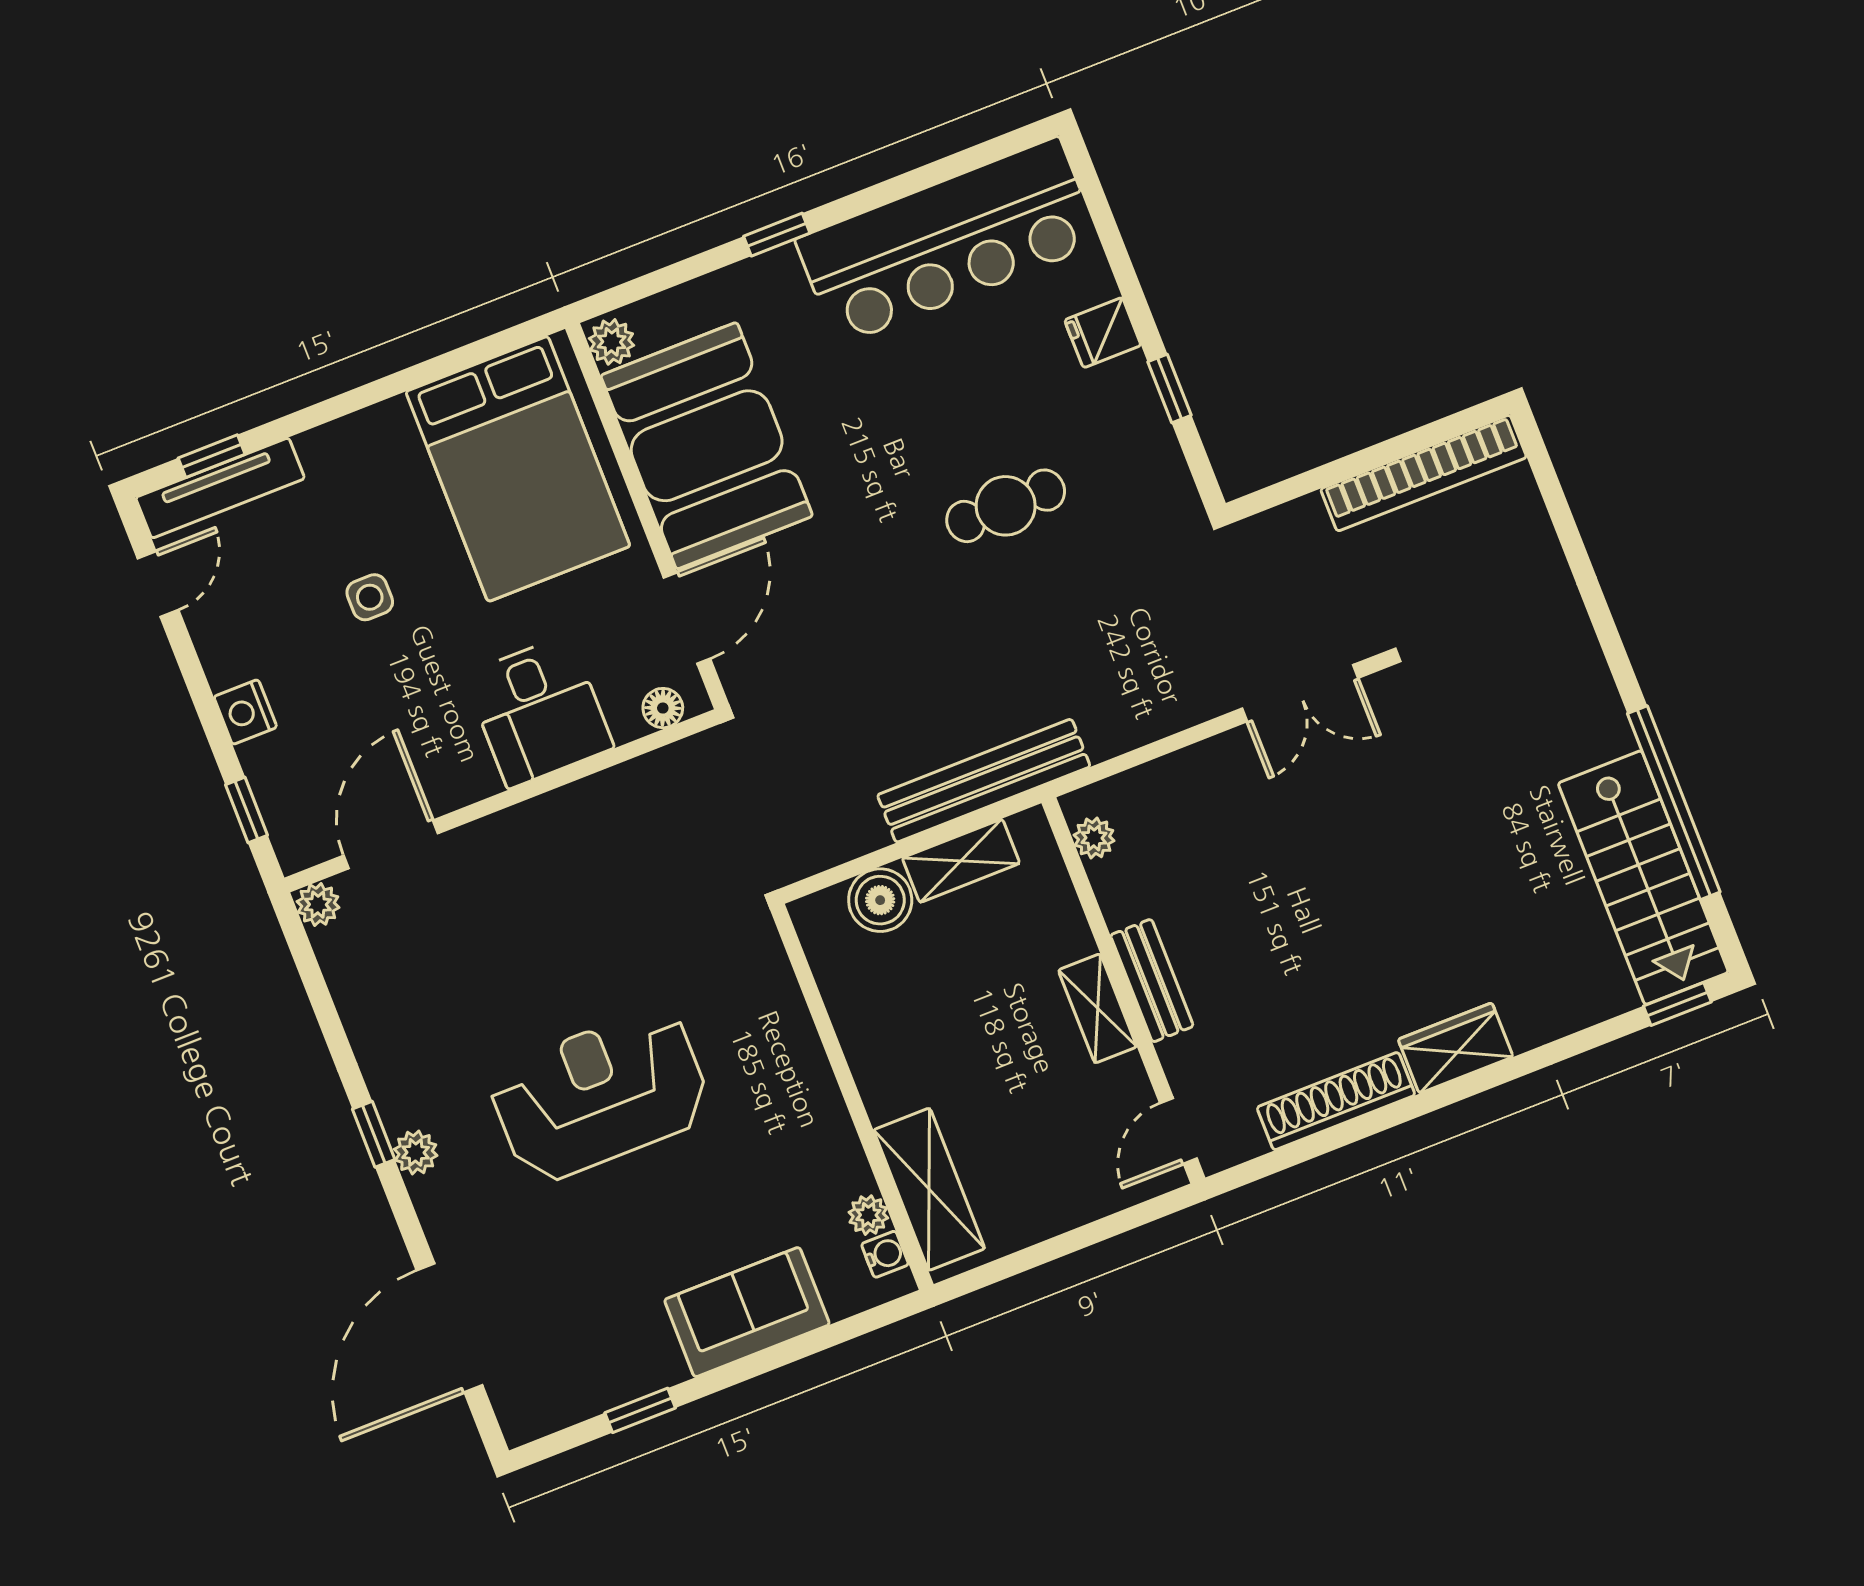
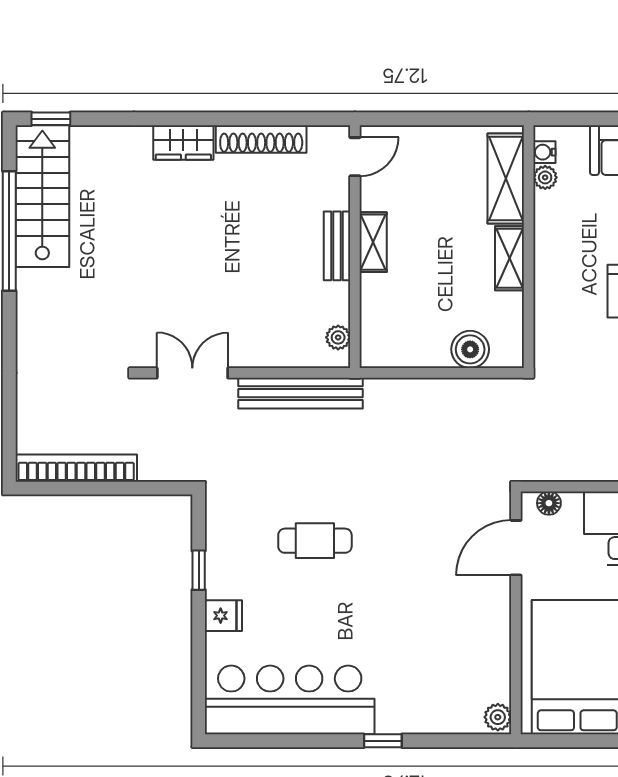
booth: (707, 446) -> (468, 639), removed
bench: (984, 781) -> (301, 393), moved
shelving: (961, 861) -> (509, 258), moved, turned 90

